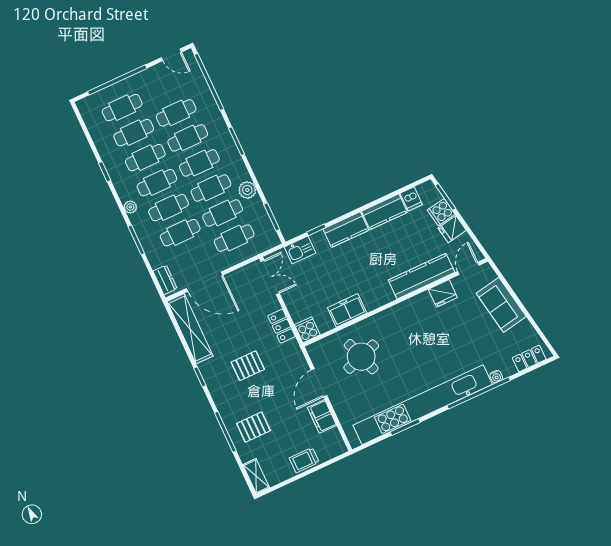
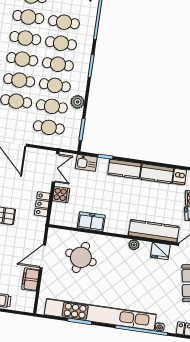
plant: (410, 305) -> (134, 245), added
cooker: (307, 330) -> (61, 194), moved, turned 90
round table: (361, 357) -> (81, 257), turned 33

